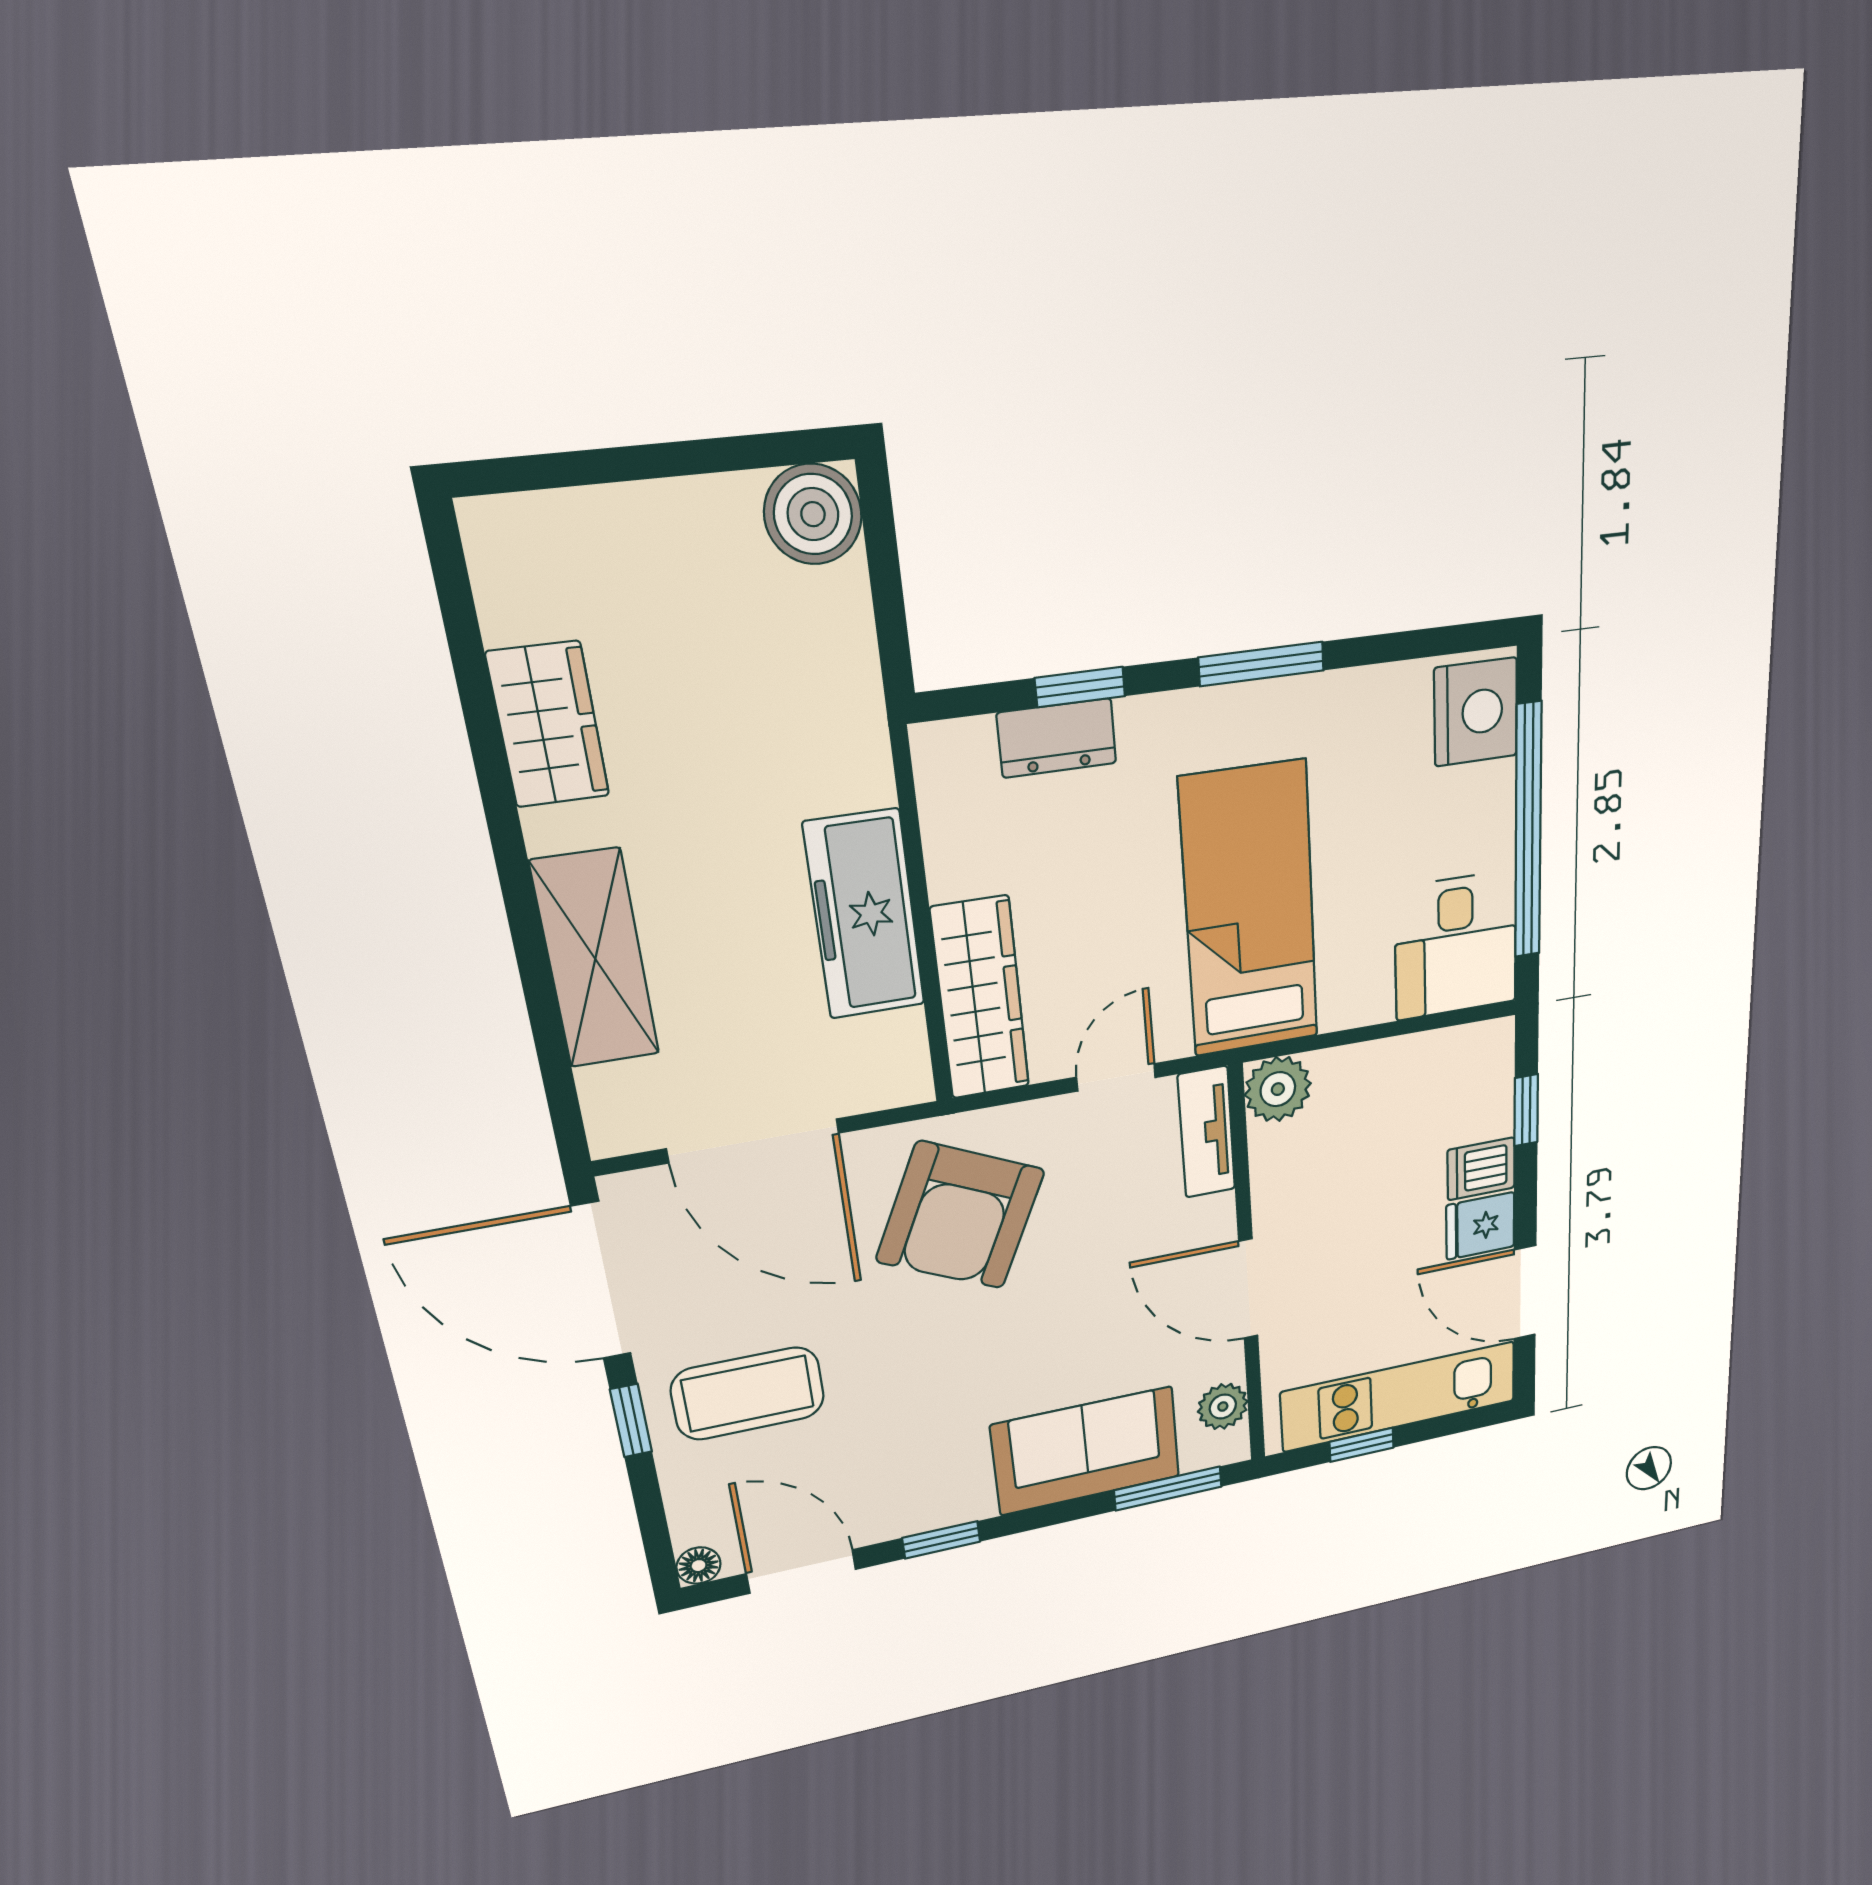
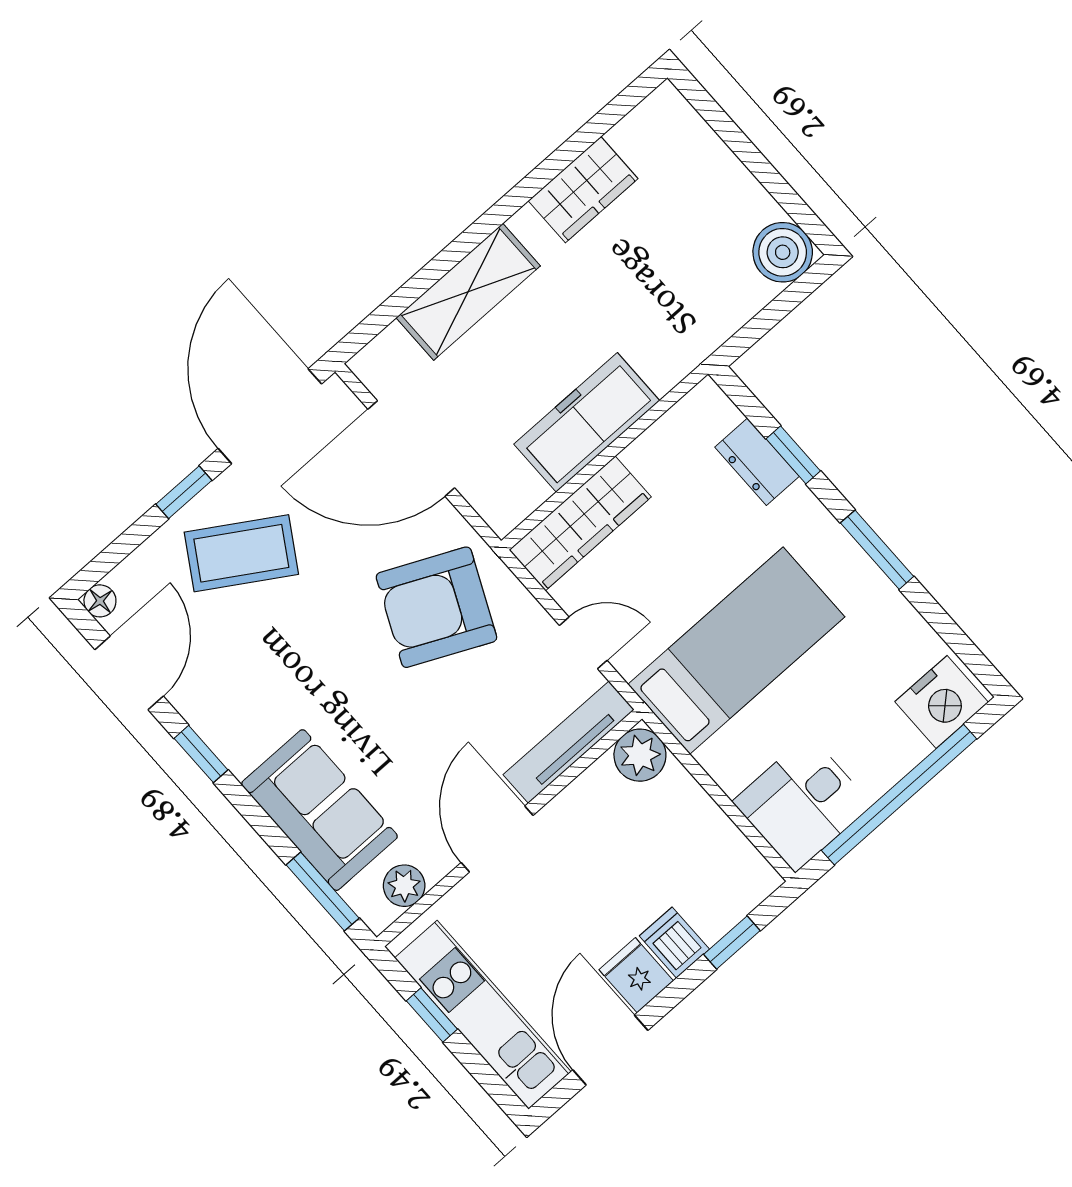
tv unit: (1207, 1132) -> (569, 742), width x1.41
door: (753, 1141) -> (411, 449), hinge flipped
coffee table: (748, 1393) -> (241, 553), turned -58

